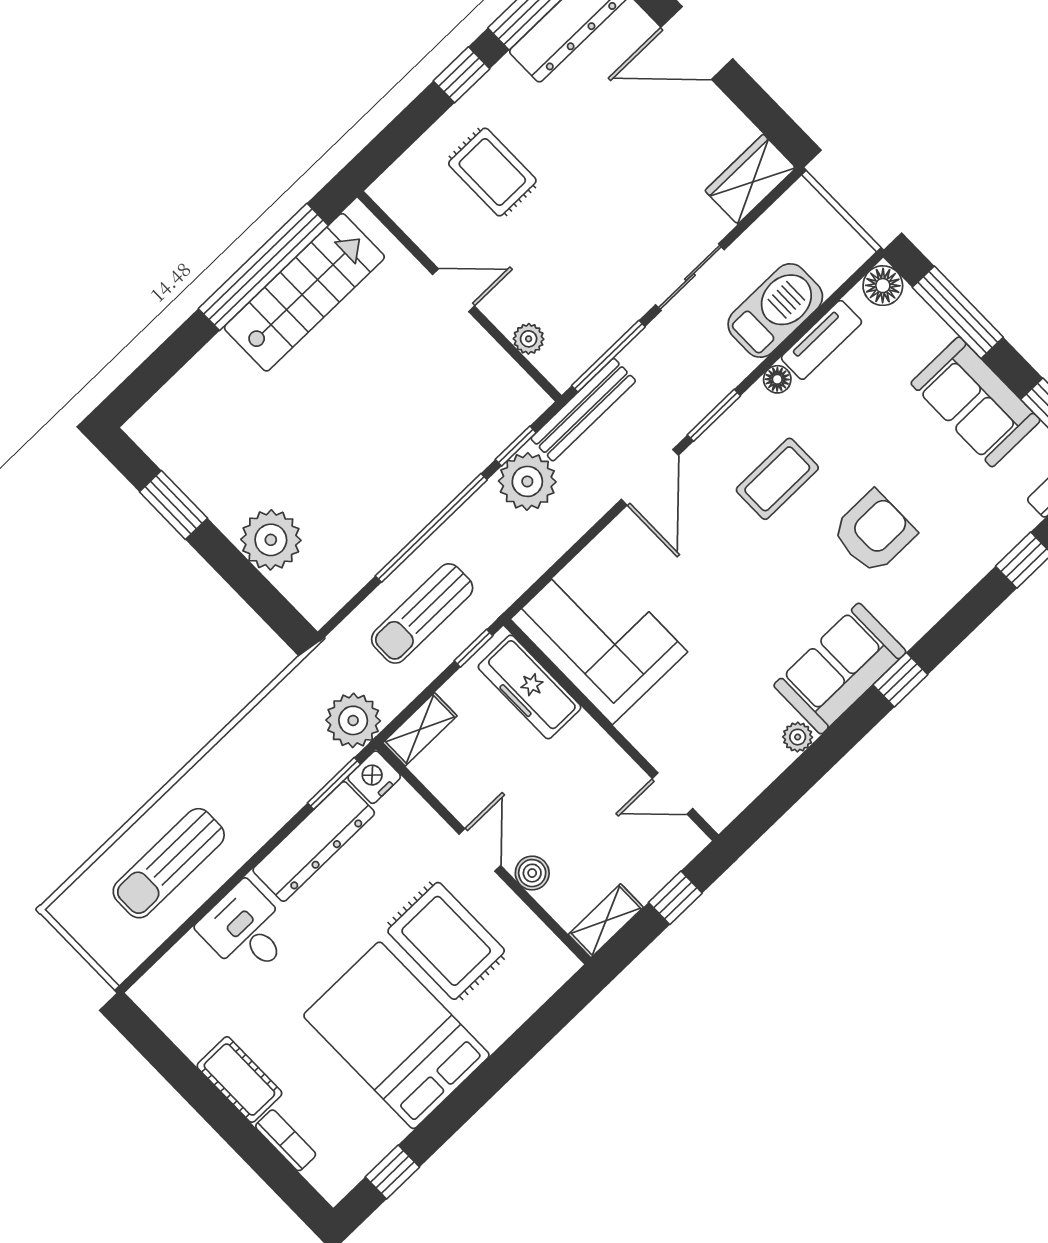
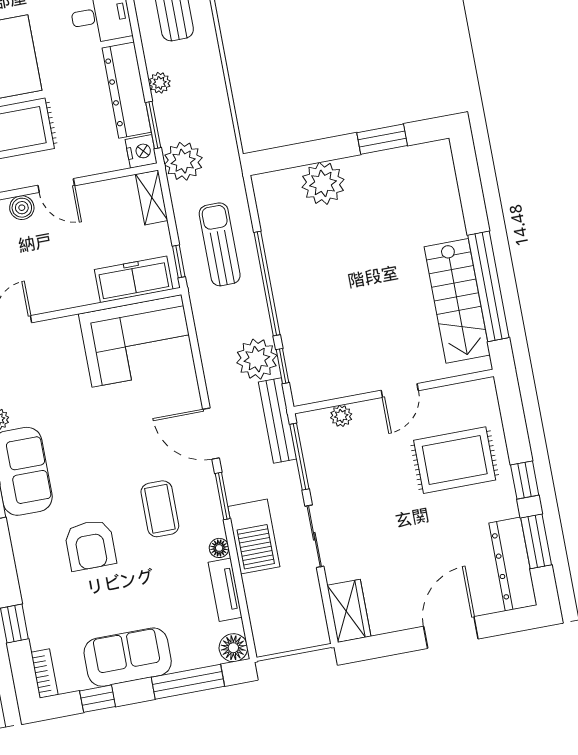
rug: (492, 172) -> (455, 460), width x1.36, depth x1.43
barbecue: (775, 311) -> (254, 537), moved
plant: (280, 809) -> (160, 83), added

